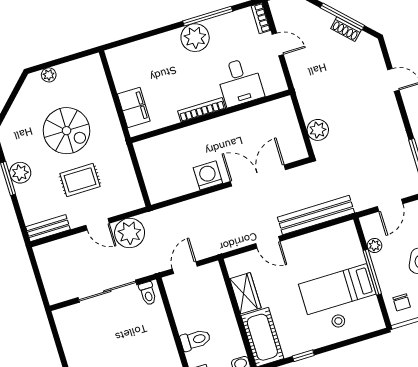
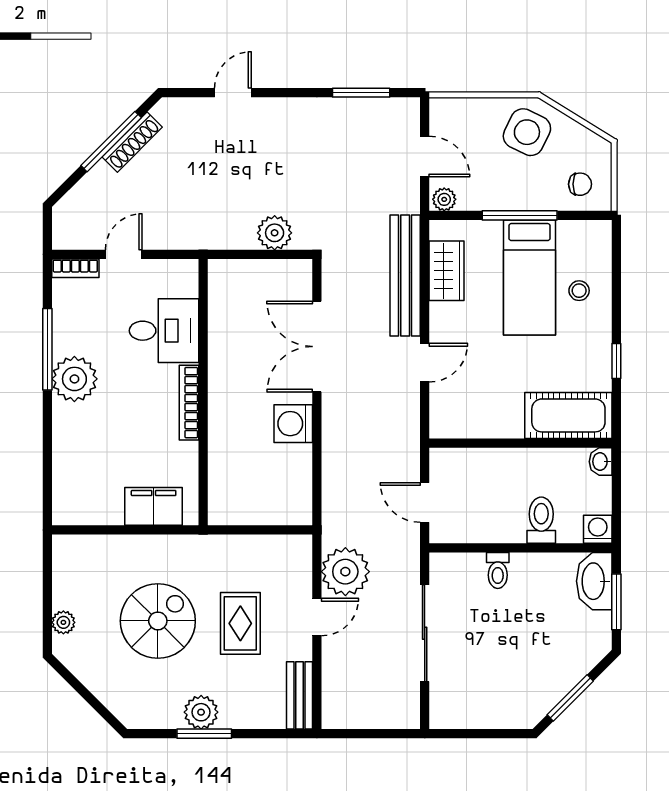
shoe rack: (346, 29) -> (132, 142), width x1.43
plant: (375, 245) -> (444, 199), moved
toilet: (148, 293) -> (498, 570), moved, turned 90
wardrobe: (245, 293) -> (447, 271), moved, turned 90

